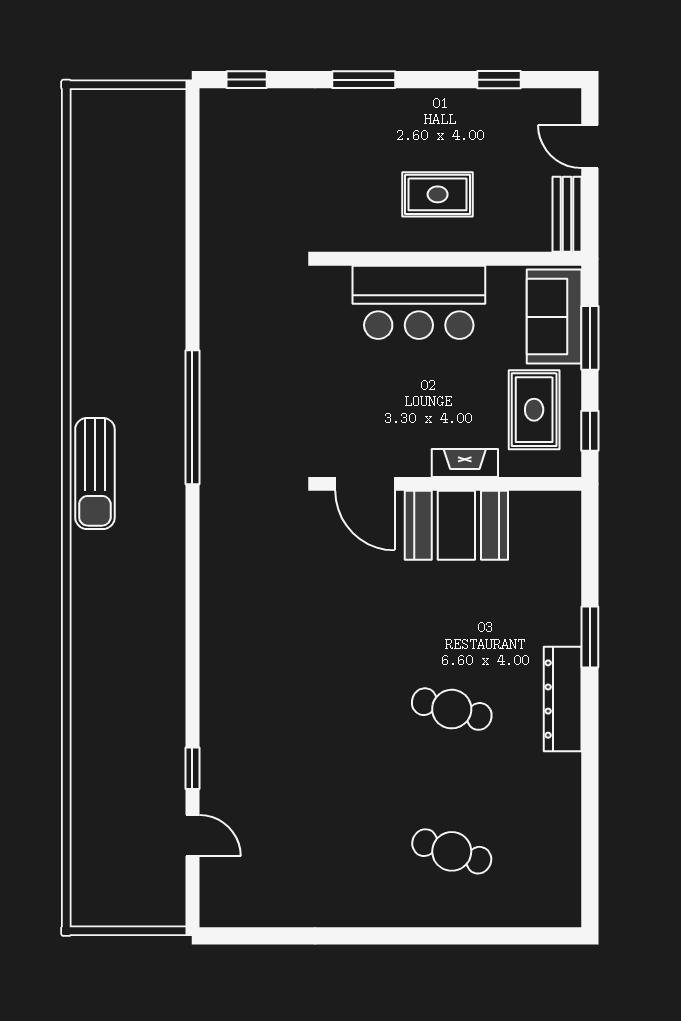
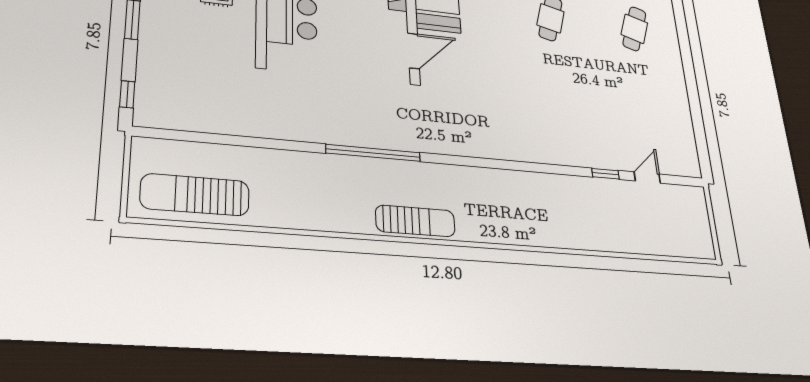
sun lounger: (108, 175) -> (195, 195), added

